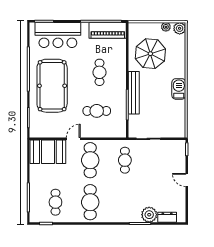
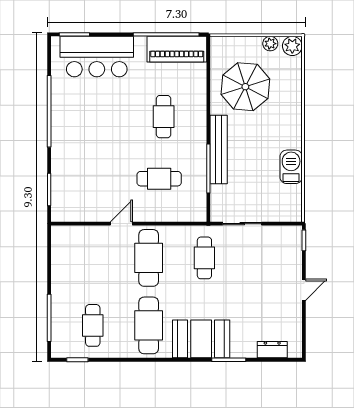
pool table: (52, 86) -> (87, 138), removed
barbecue: (179, 89) -> (291, 167), moved
booth: (48, 152) -> (201, 339), moved
door: (187, 180) -> (304, 290), swing flipped
plant: (149, 215) -> (243, 346), removed

